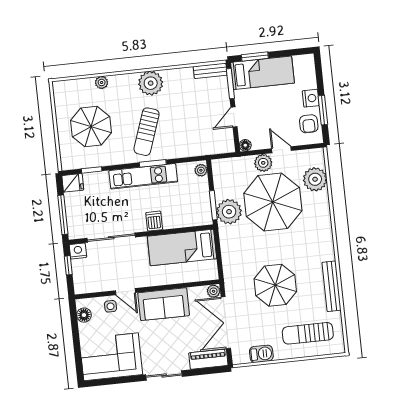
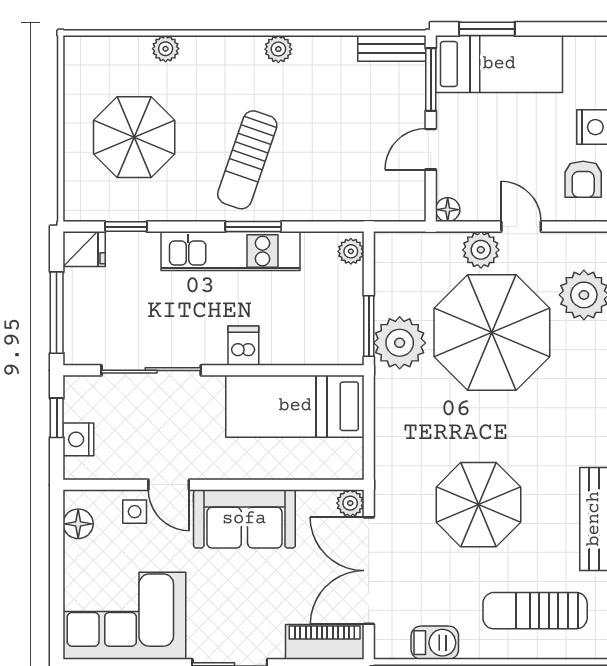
plant: (151, 83) -> (278, 49), width x0.53, depth x0.53
nightstand: (78, 251) -> (78, 439), moved, turned -90

